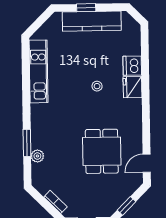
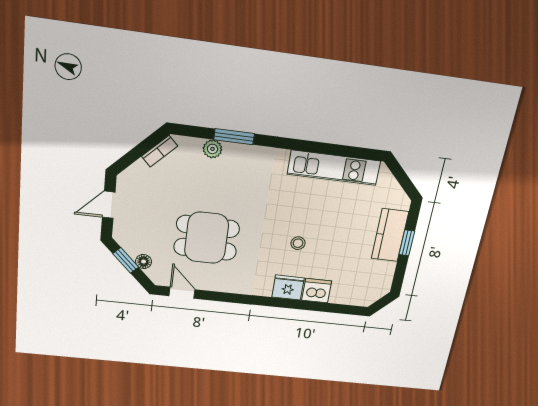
kitchen counter: (92, 21) -> (390, 235), width x0.67
floor lamp: (126, 193) -> (144, 262), added
bookcase: (55, 202) -> (160, 151), moved

